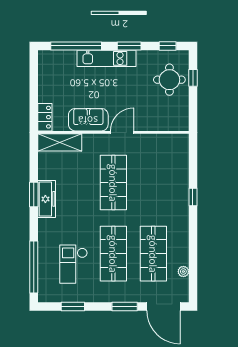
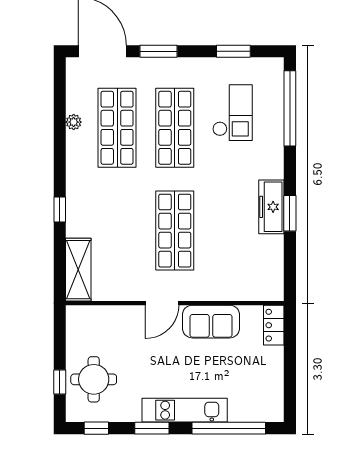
shelving: (60, 142) -> (78, 270), moved, turned 90
plant: (183, 272) -> (74, 122), moved

